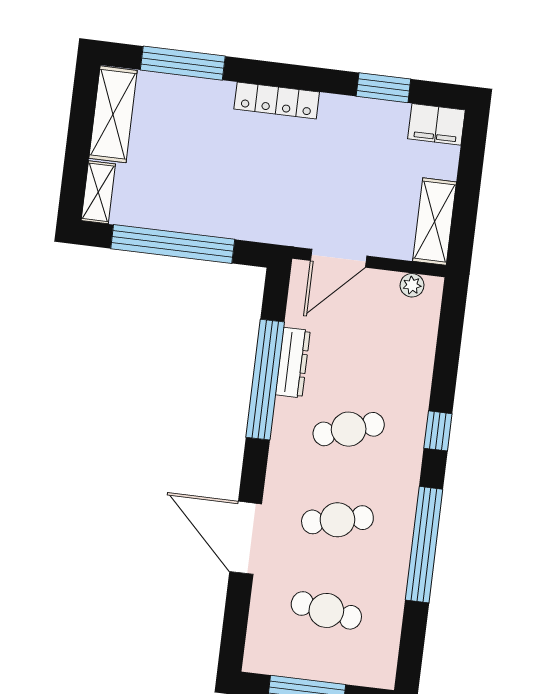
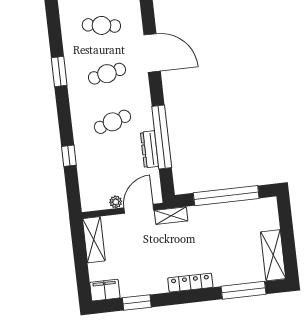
shelving: (98, 192) -> (171, 216), moved, turned 90
plant: (412, 285) -> (116, 202), moved
window: (438, 431) -> (69, 156), moved
window: (424, 545) -> (59, 71), width x0.47

